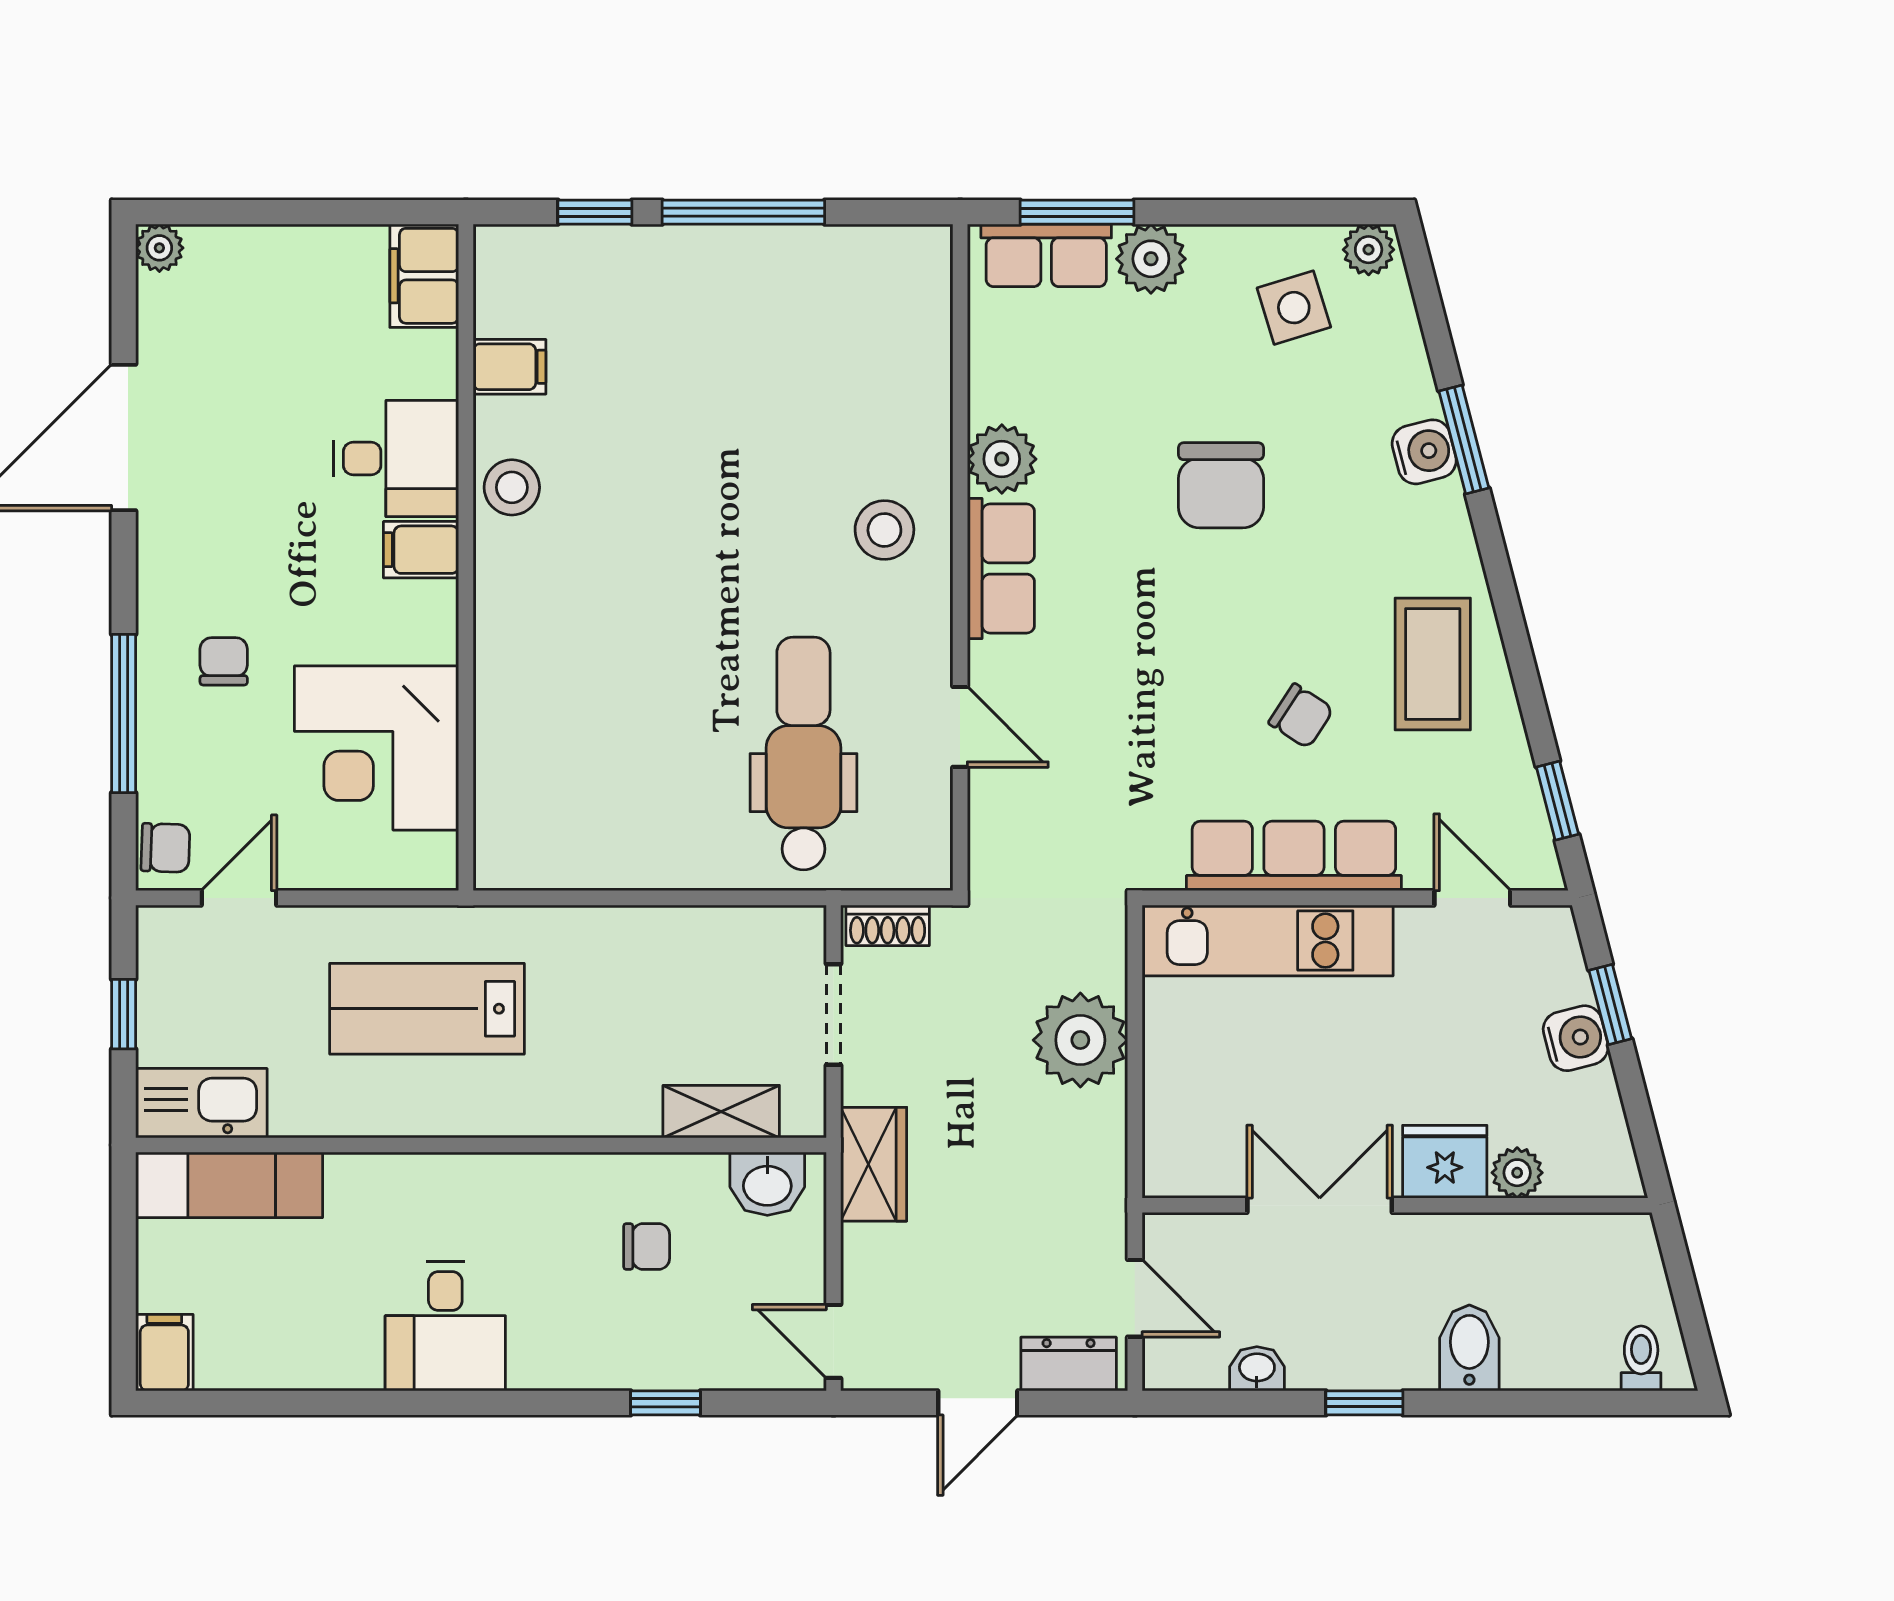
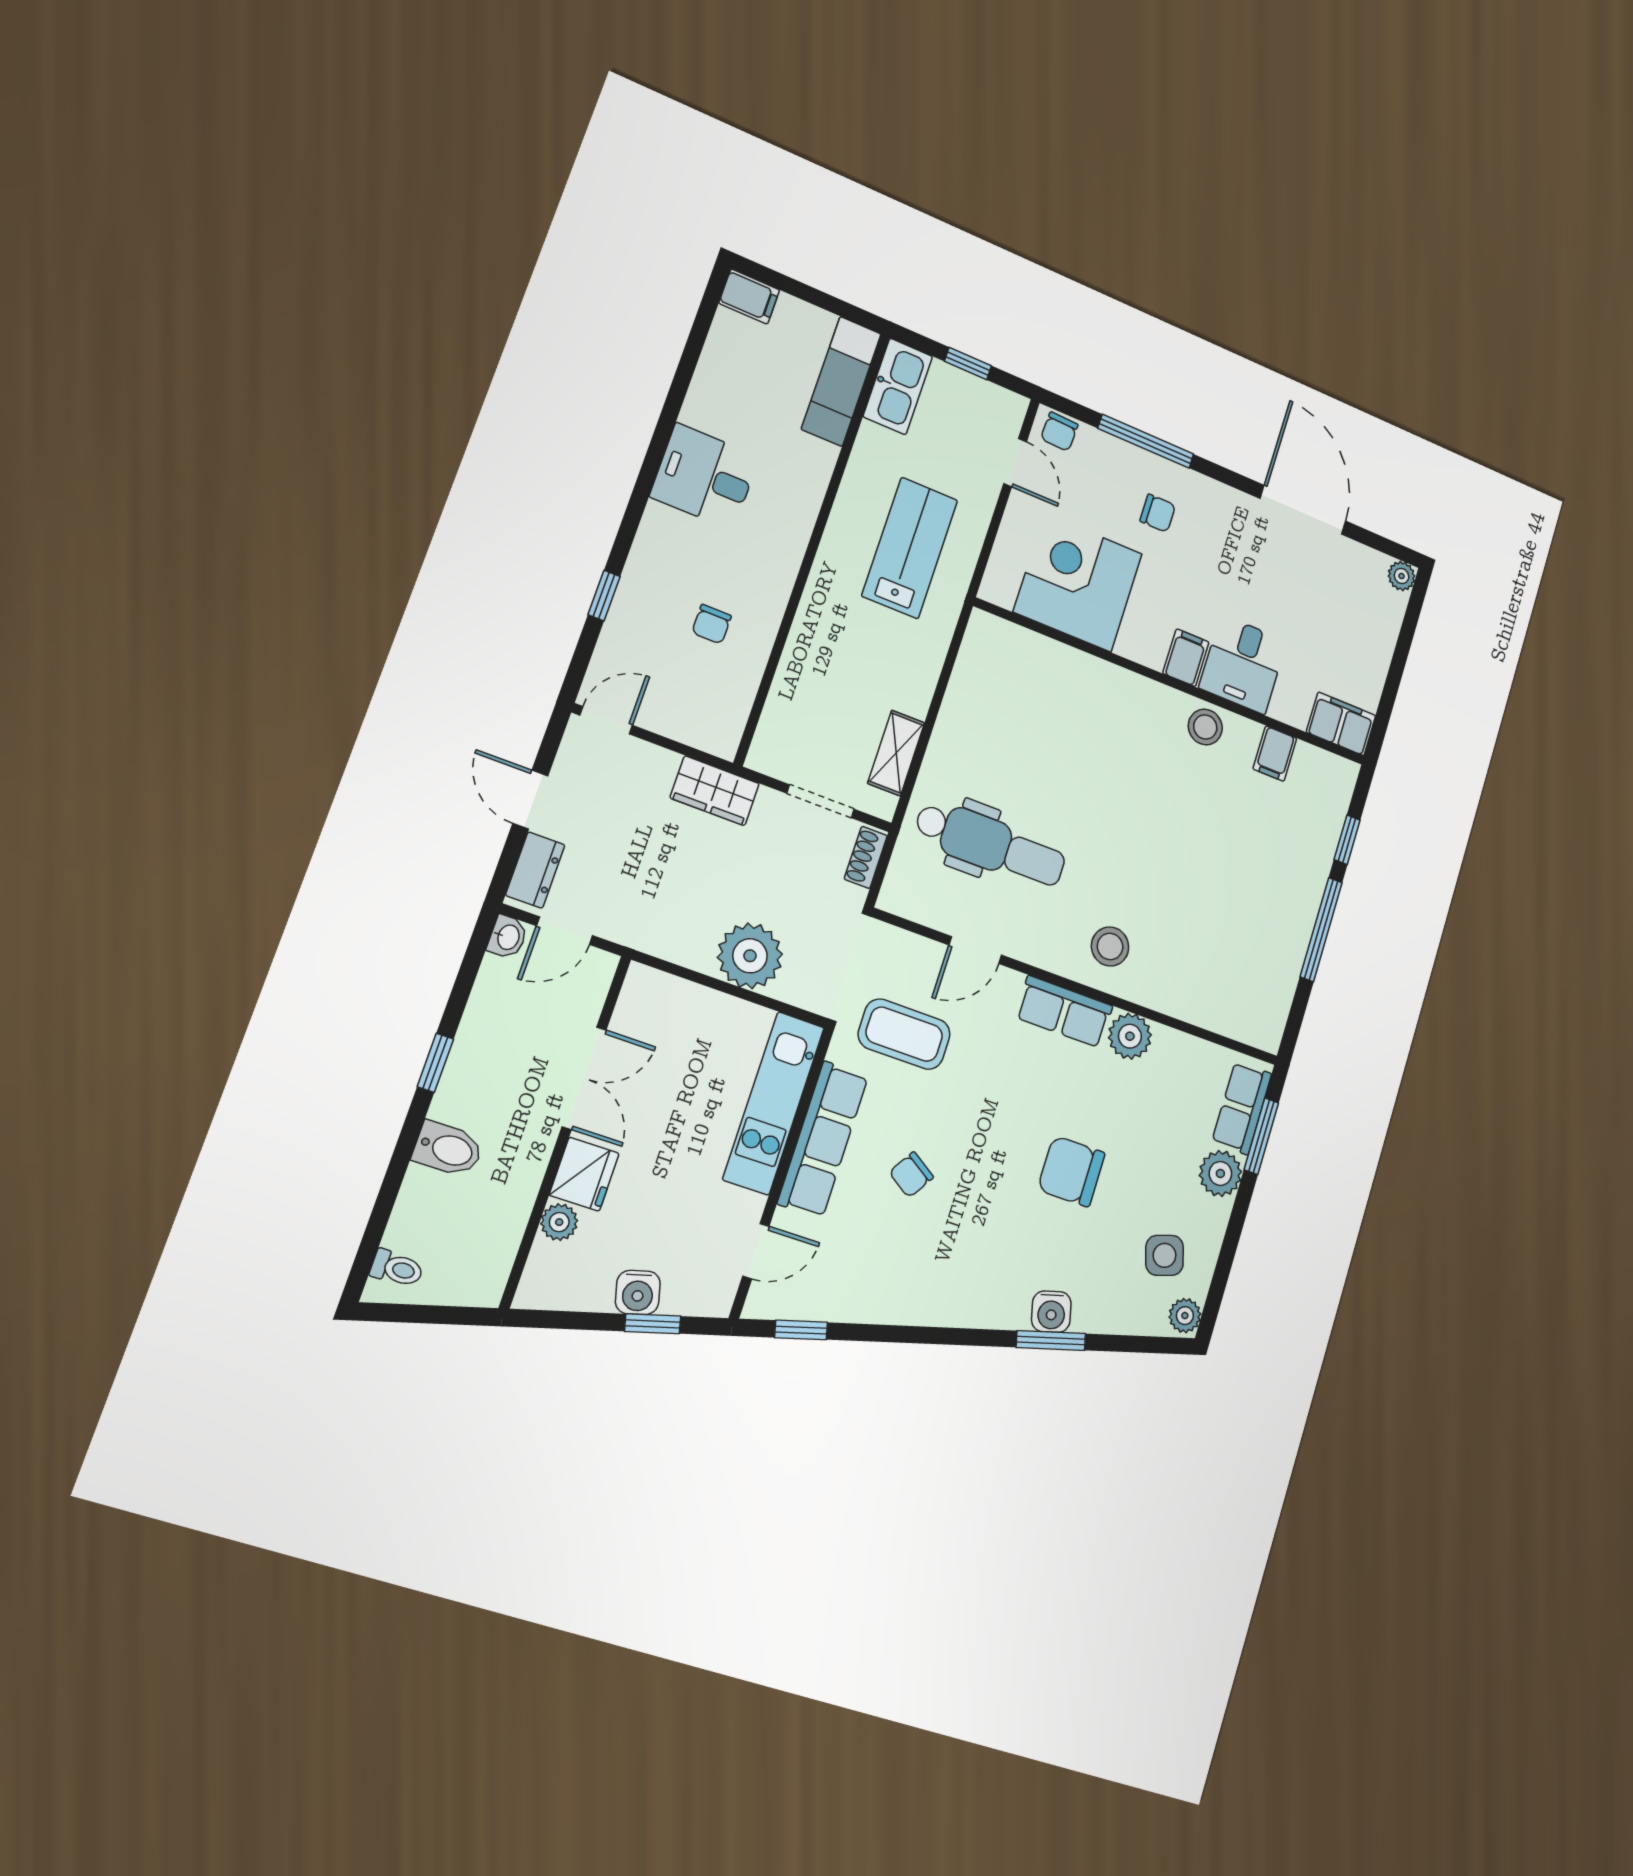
coffee table: (1433, 664) -> (904, 1034), moved
shelving: (721, 1112) -> (896, 753), moved
washbasin: (767, 1184) -> (726, 717), removed
washbasin: (1257, 1369) -> (508, 937), moved

